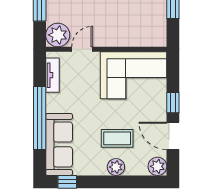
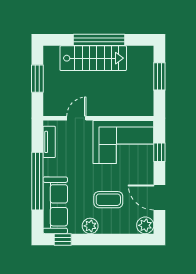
plant: (58, 35) -> (54, 105), removed
window: (173, 103) -> (159, 152), moved
plant: (116, 167) -> (90, 226), moved

